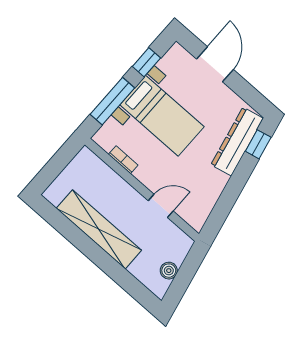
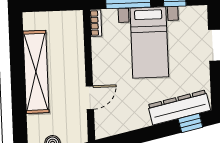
bookcase: (123, 160) -> (96, 23), moved
door: (161, 206) -> (90, 98), hinge flipped

